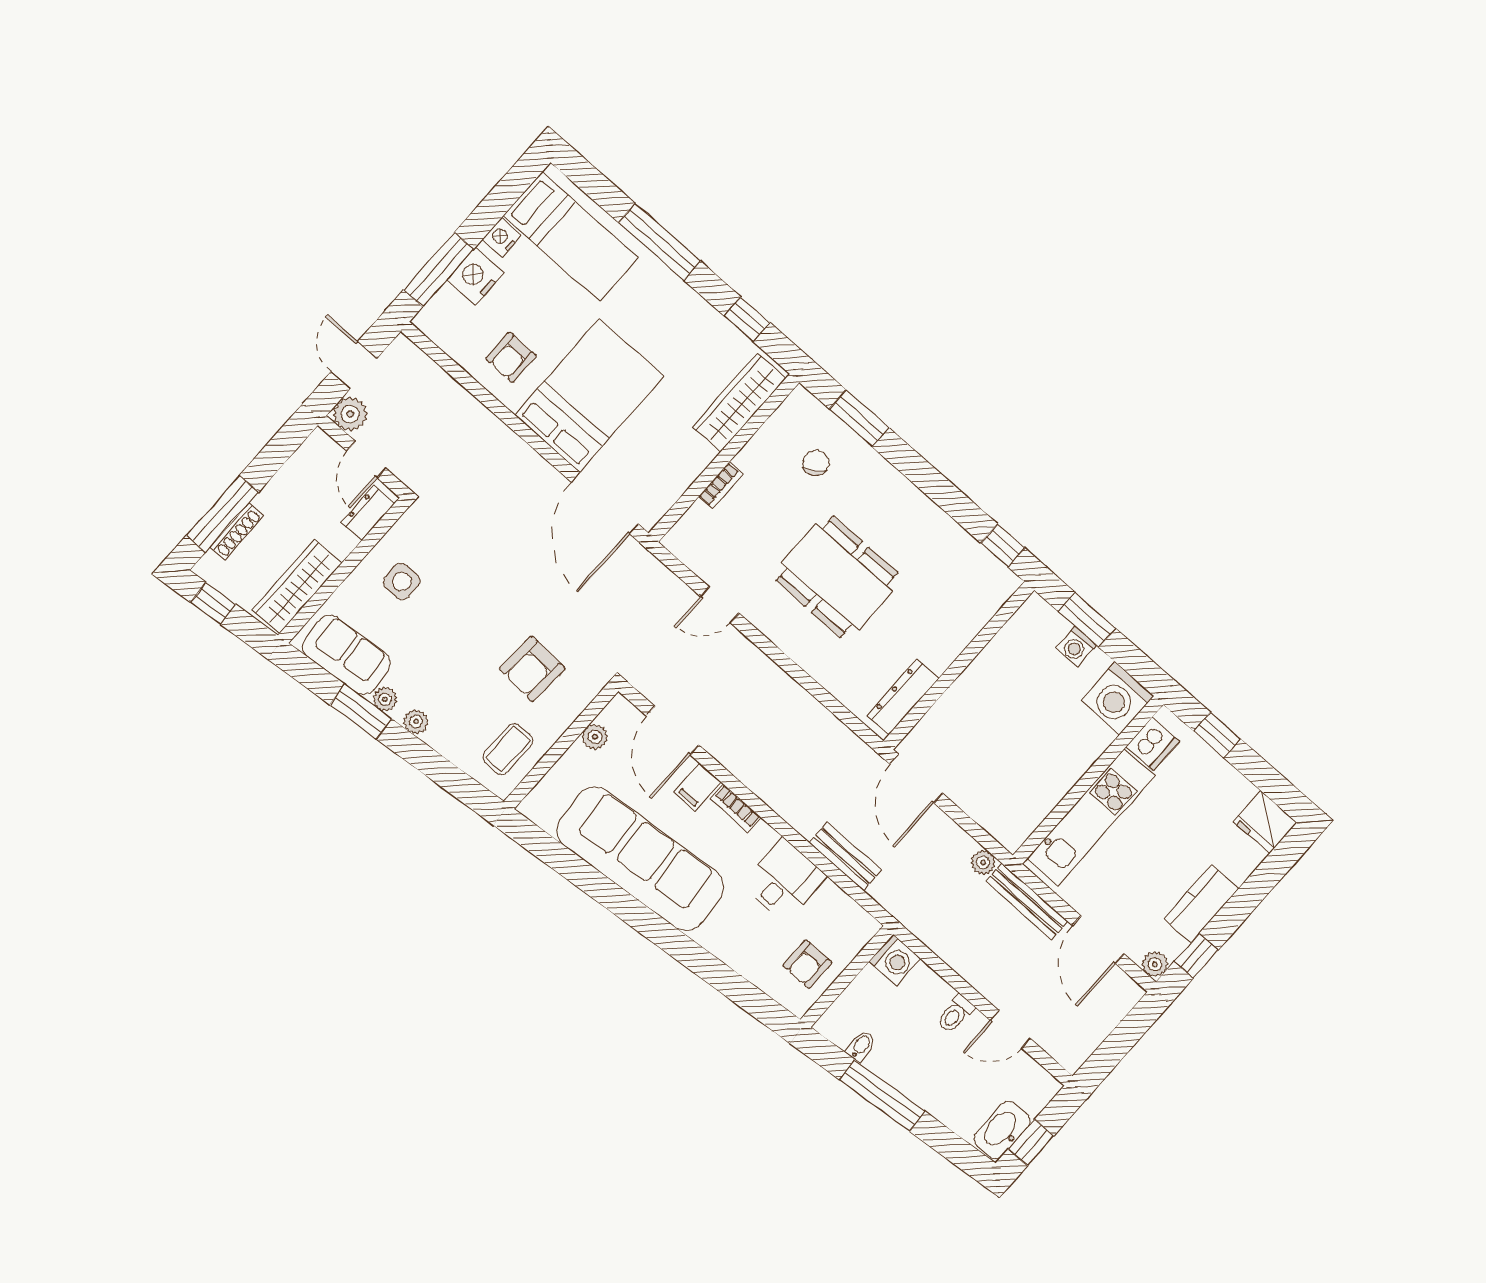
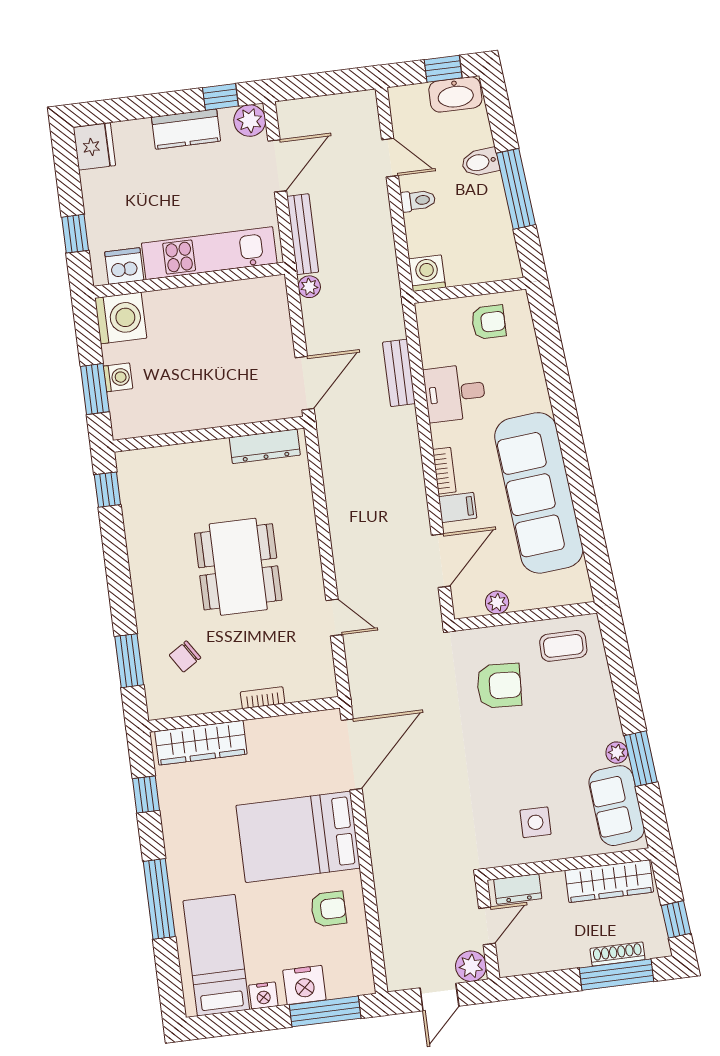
plant: (416, 722) -> (609, 719), removed
plant: (1155, 964) -> (250, 121), width x1.38, depth x1.38
bidet: (861, 1046) -> (480, 162), moved, width x1.38, depth x1.36

